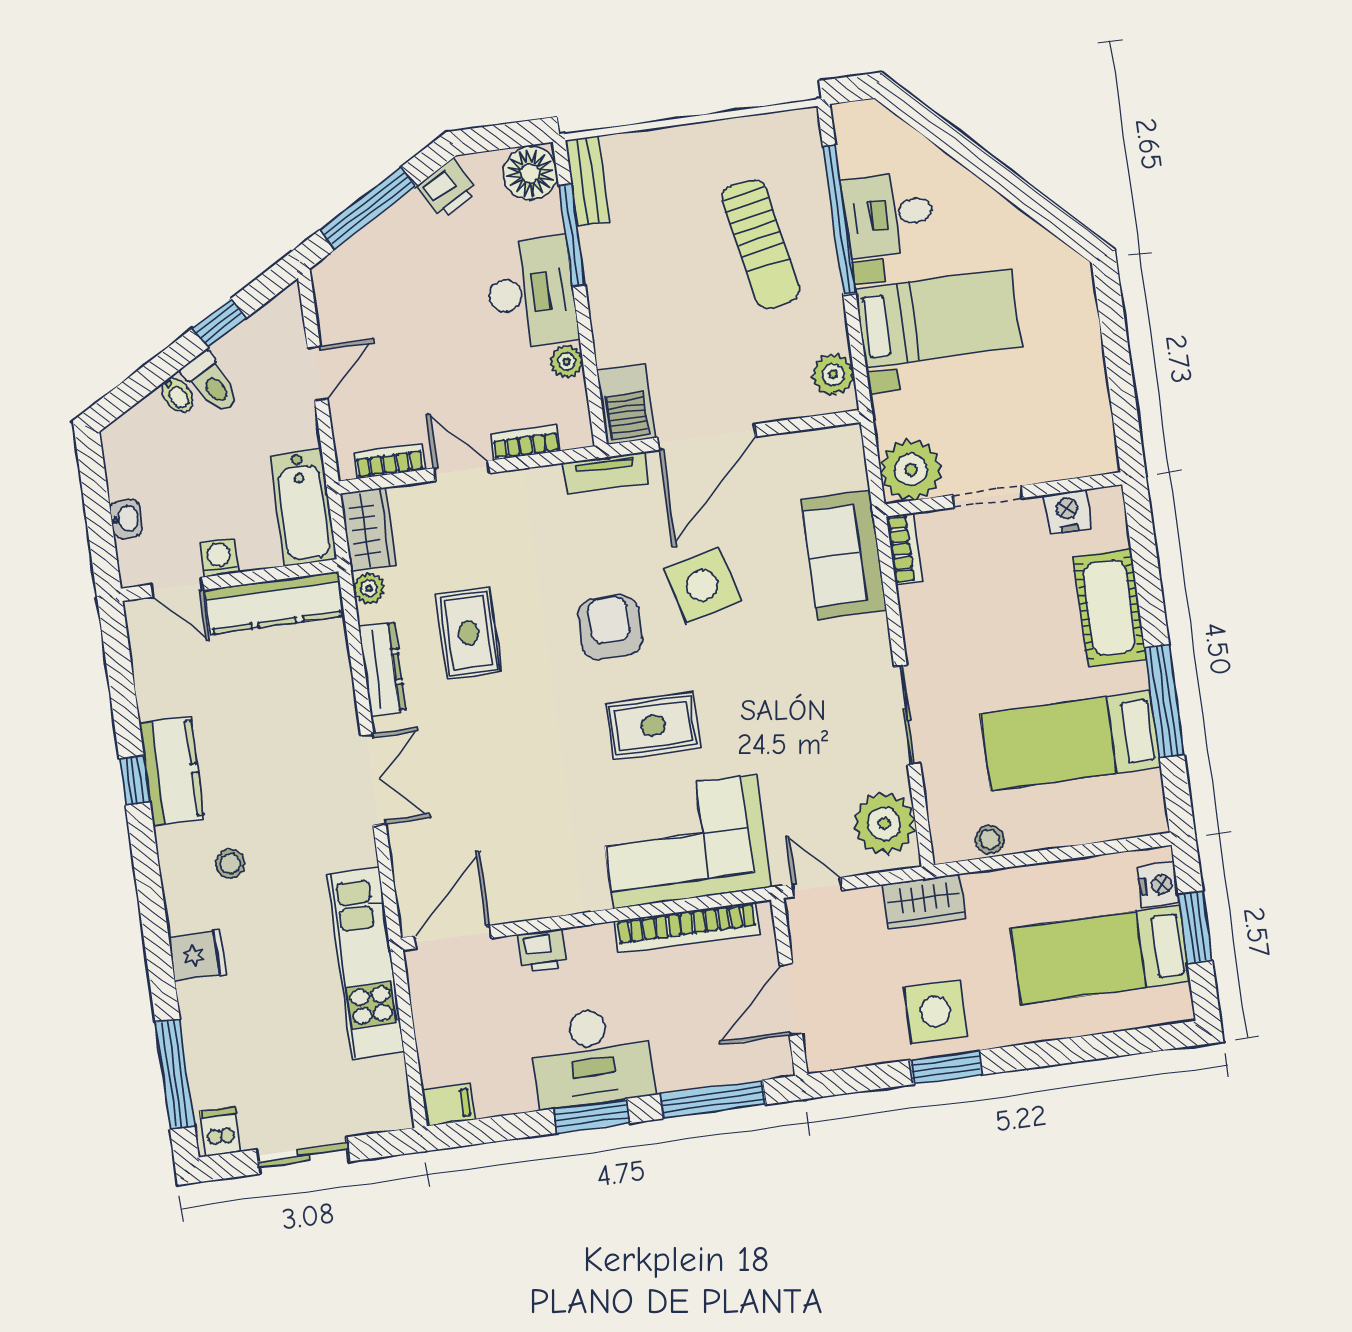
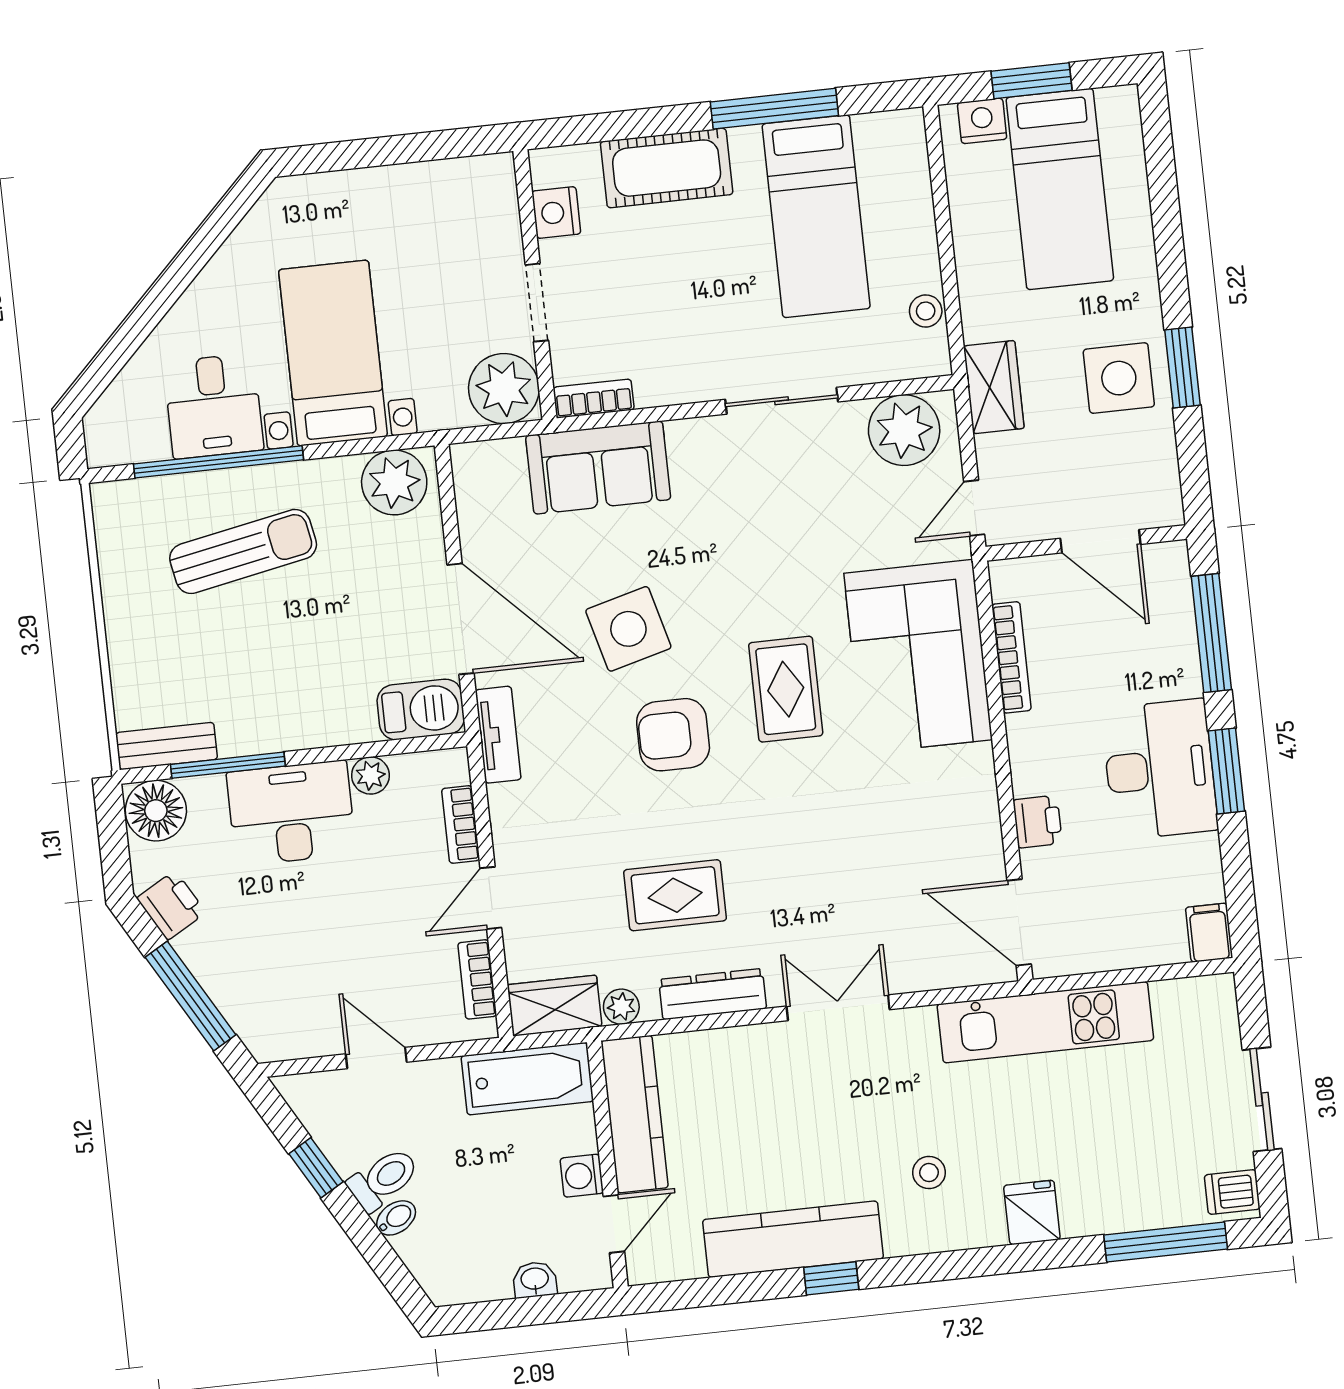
plant: (833, 374) -> (394, 482), width x1.36, depth x1.36
kitchen counter: (172, 771) -> (793, 1239), width x1.50
bookcase: (687, 928) -> (1011, 657), width x0.68, depth x0.76

